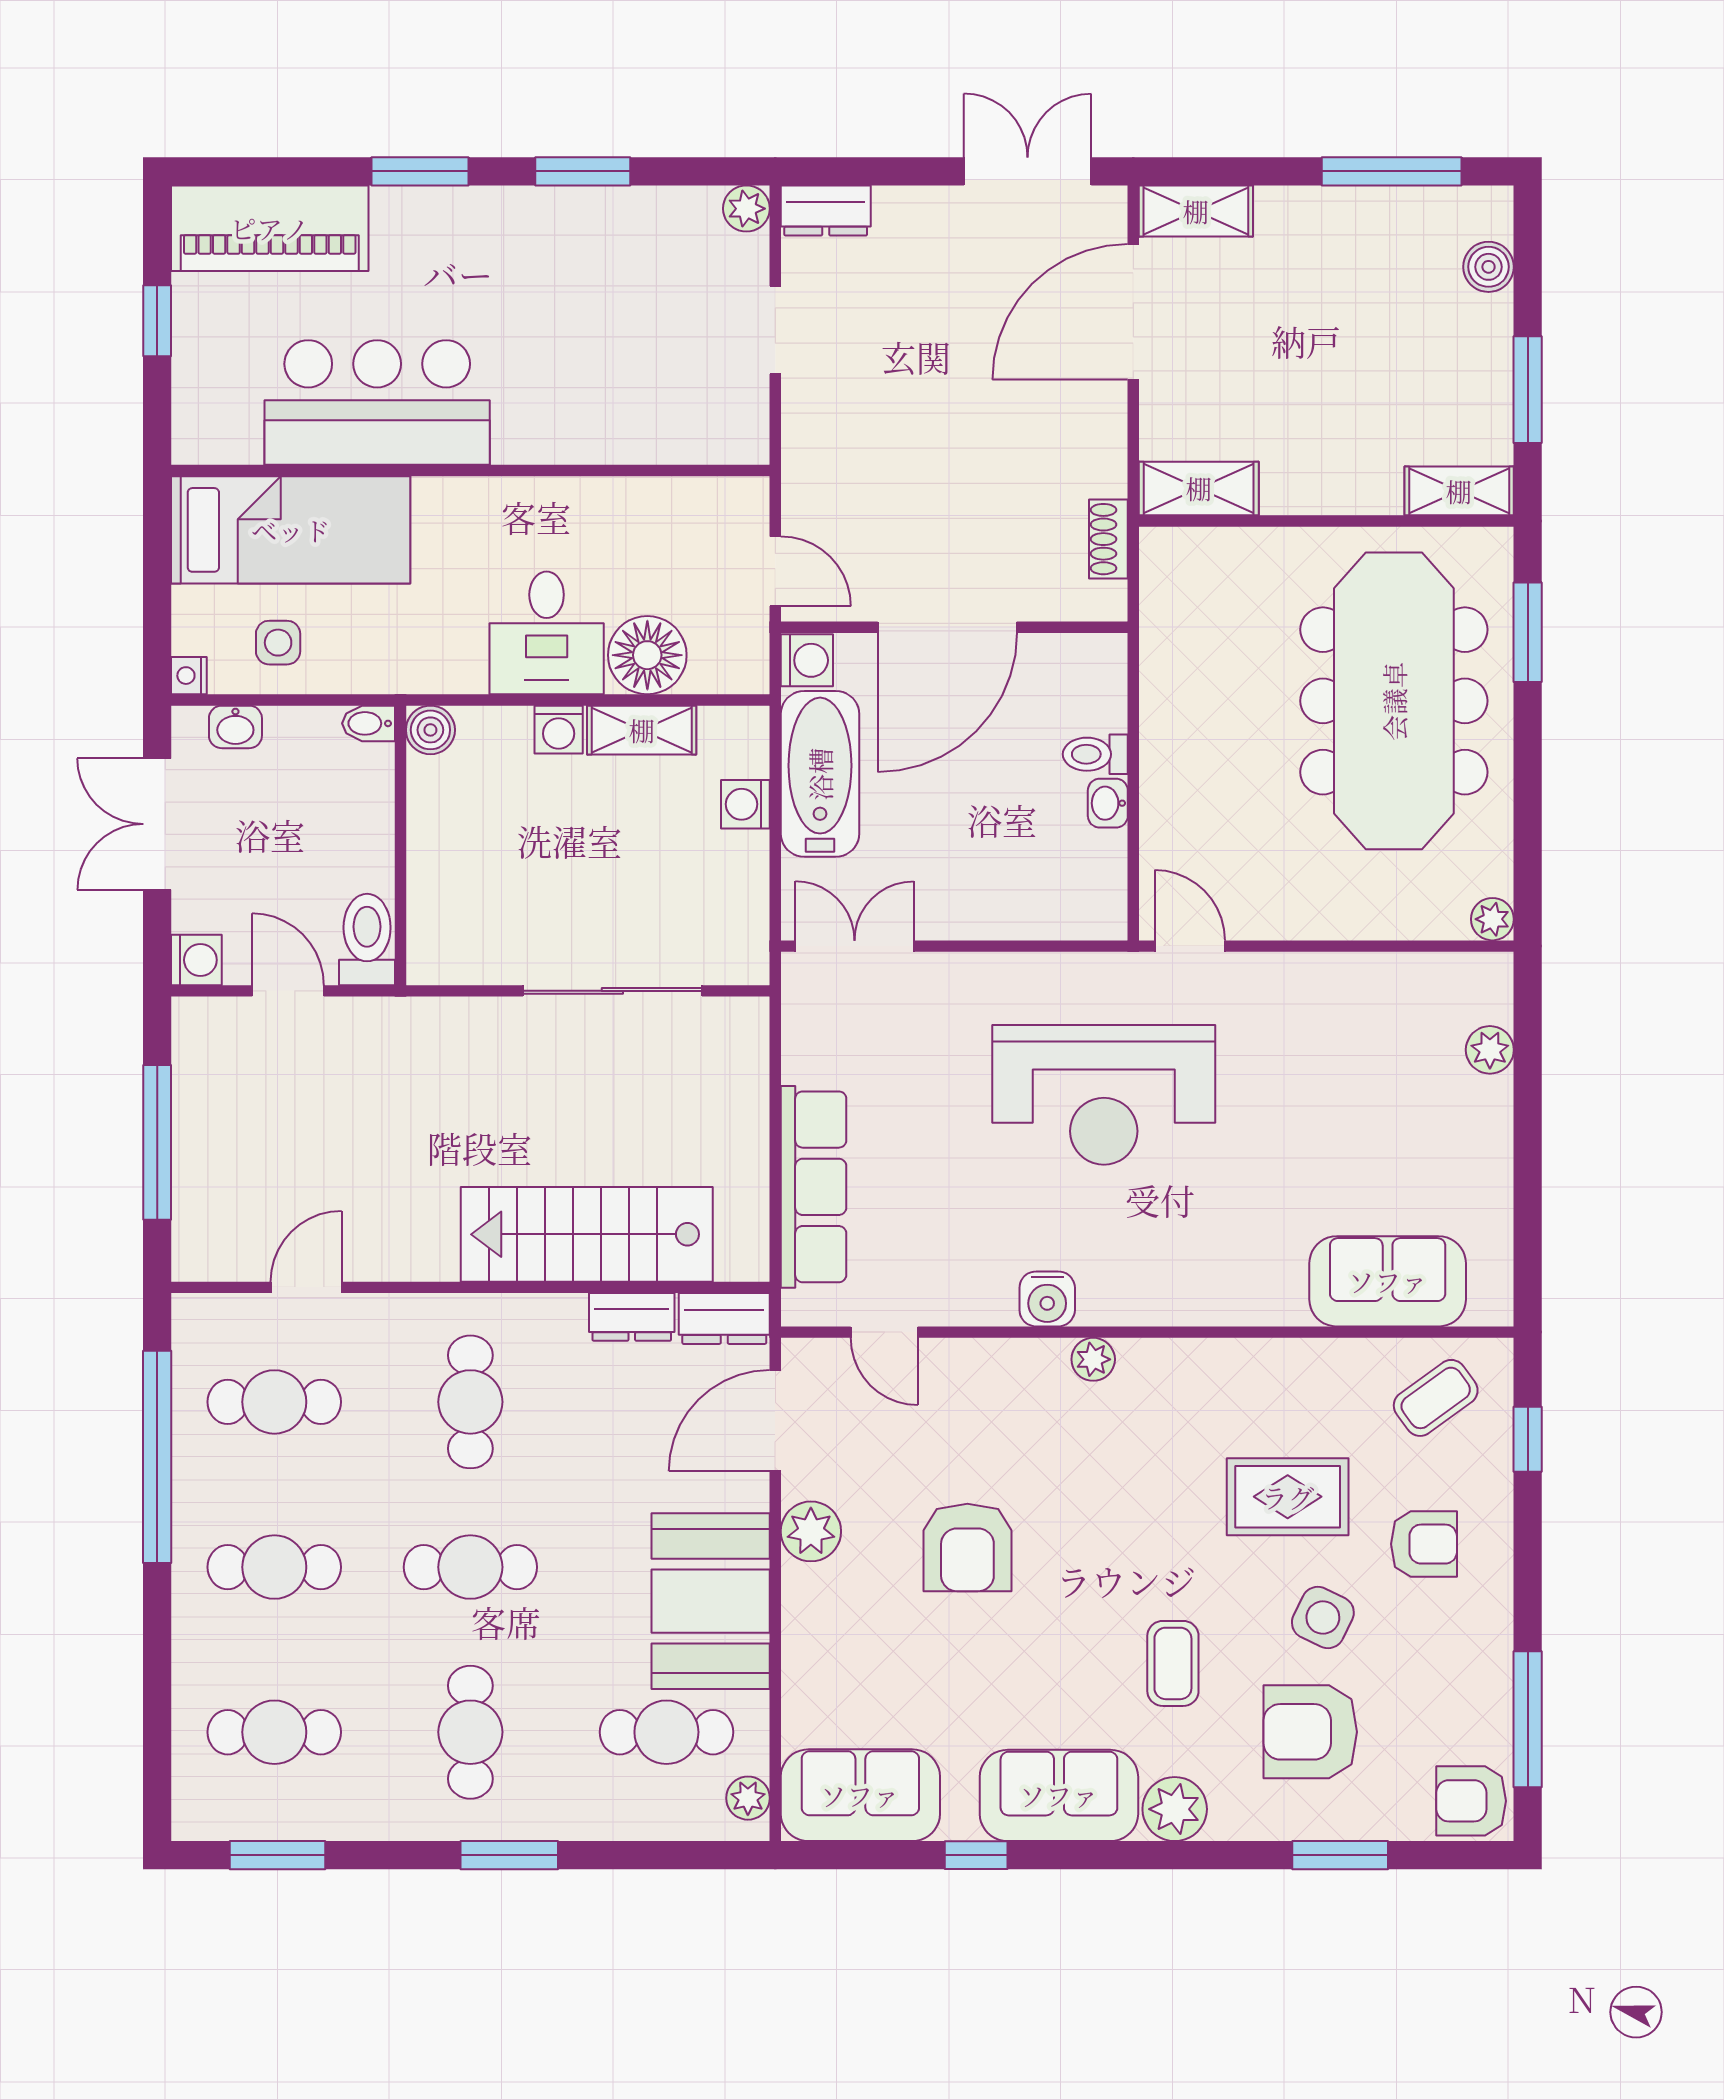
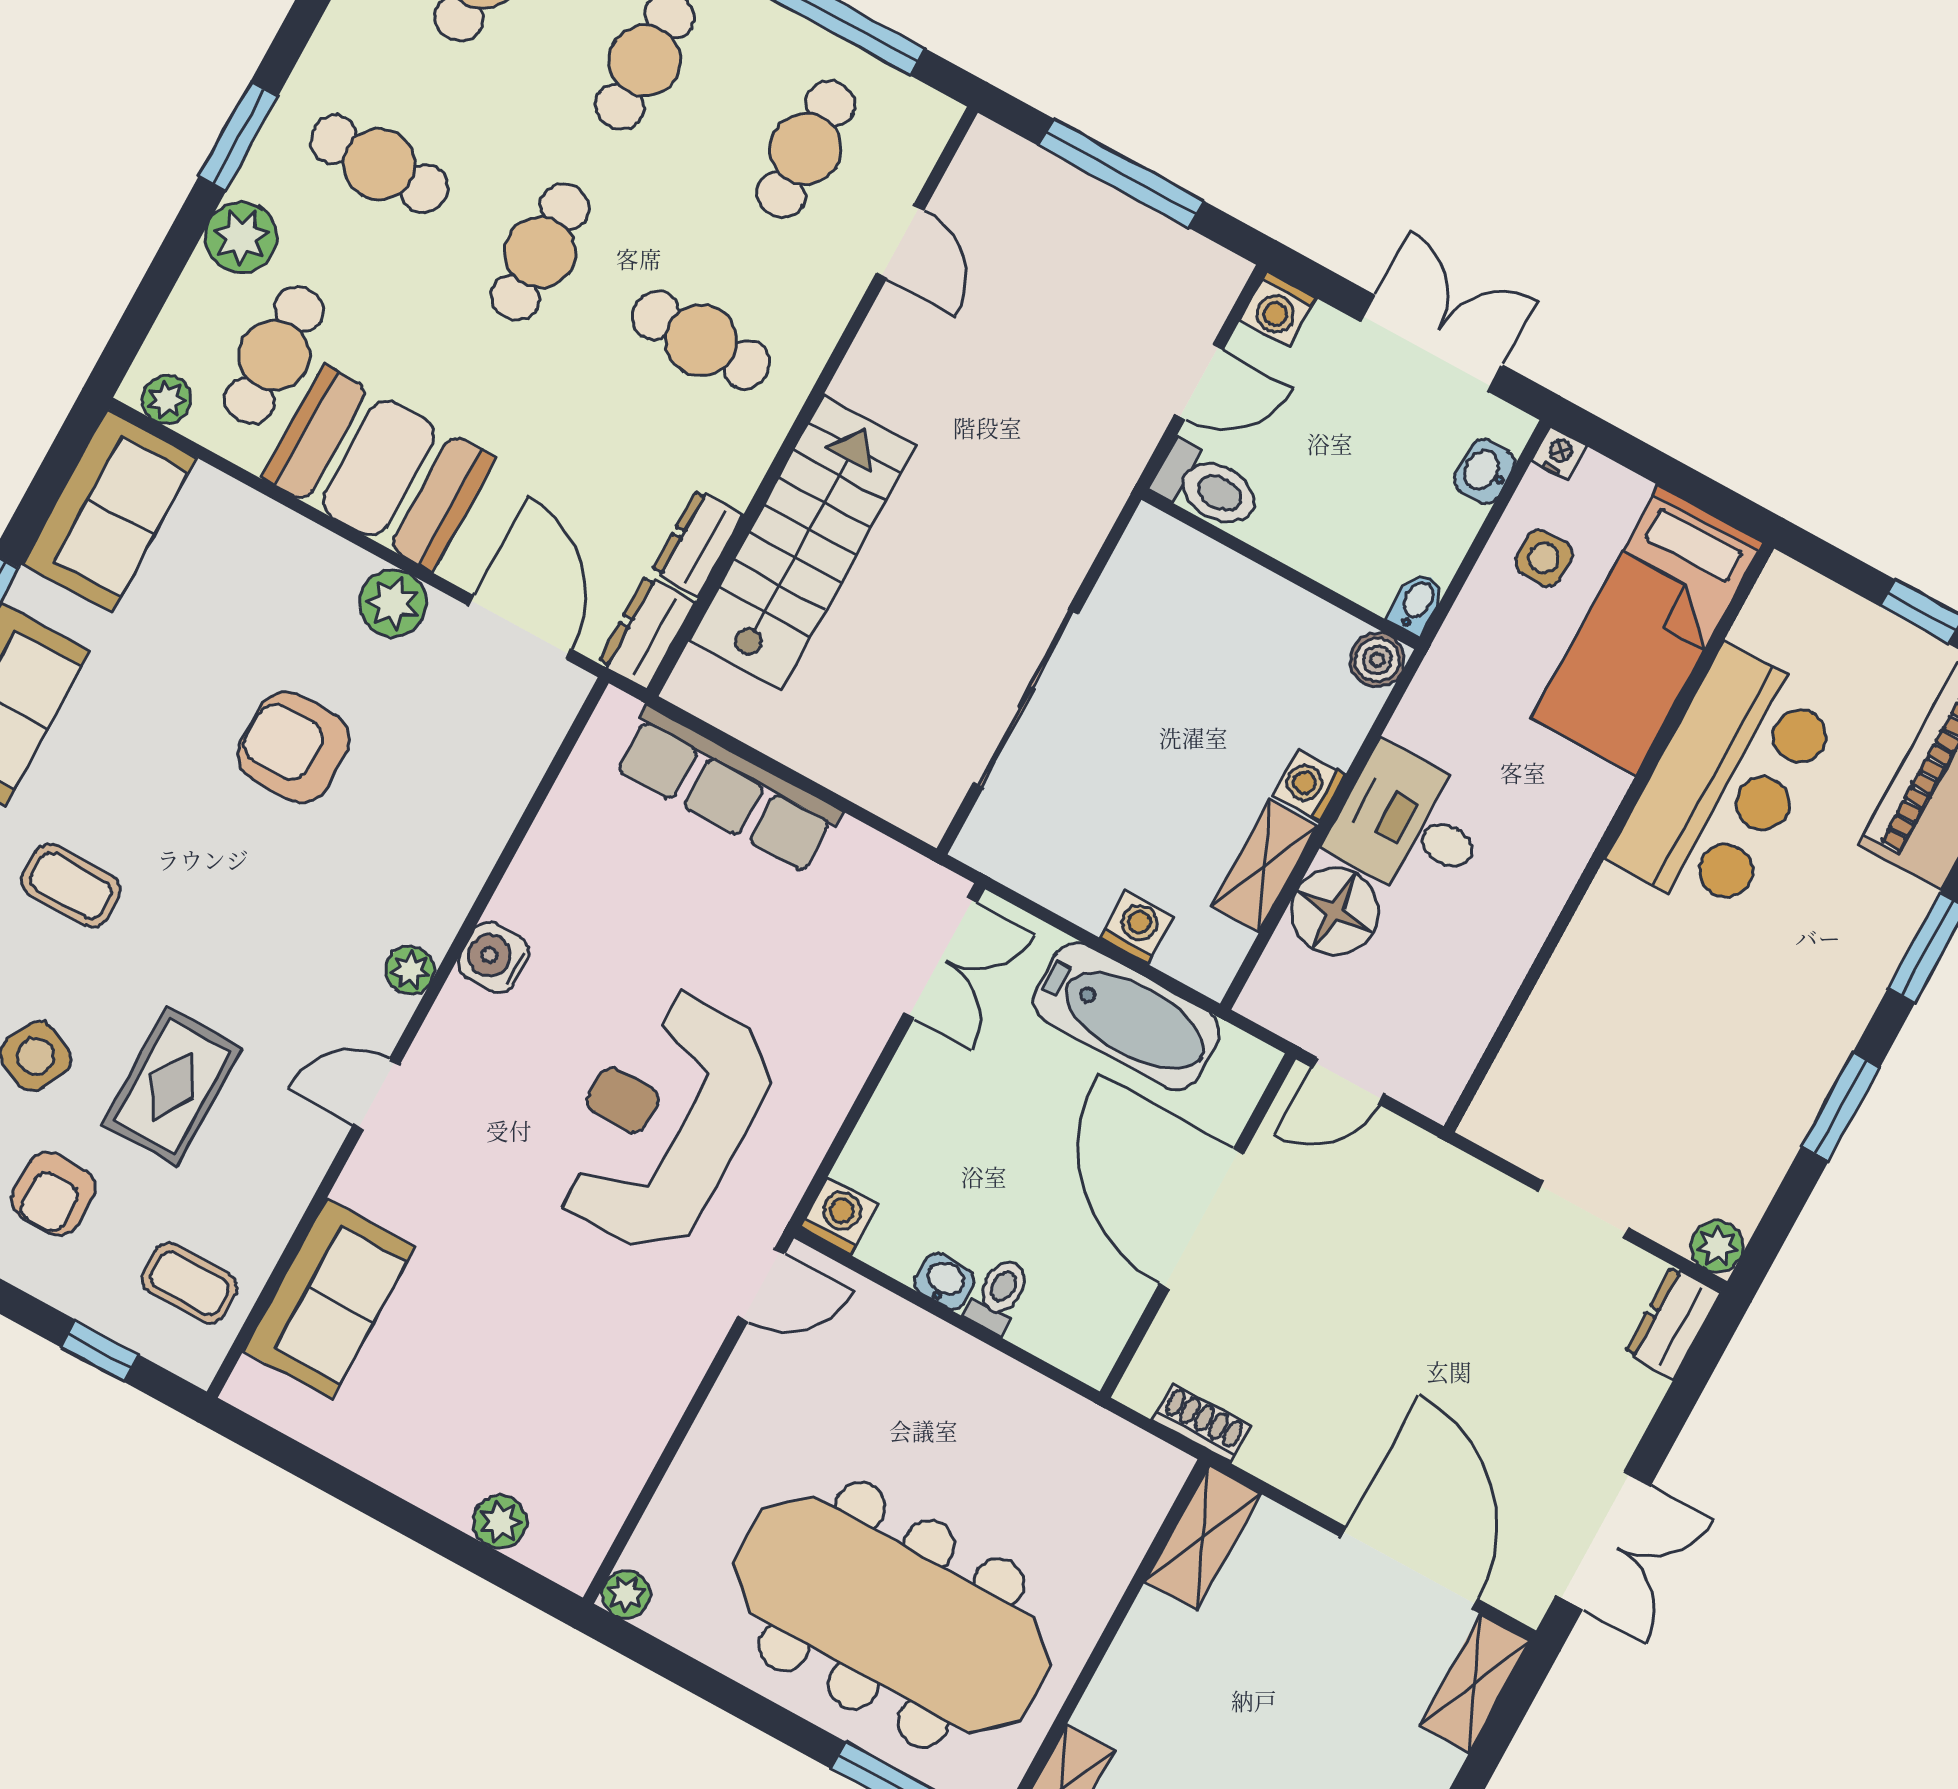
washing machine: (807, 660) -> (839, 1216), moved, turned 180
door: (884, 1332) -> (376, 1094), moved
coffee table: (1436, 1398) -> (190, 1283), turned -54
plant: (588, 1809) -> (241, 237), added

